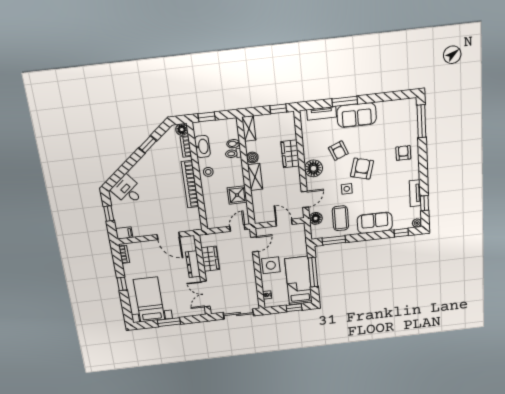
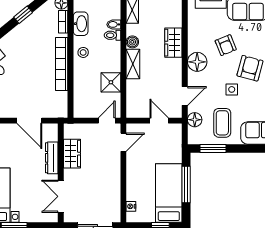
side table: (271, 265) -> (139, 170), removed

